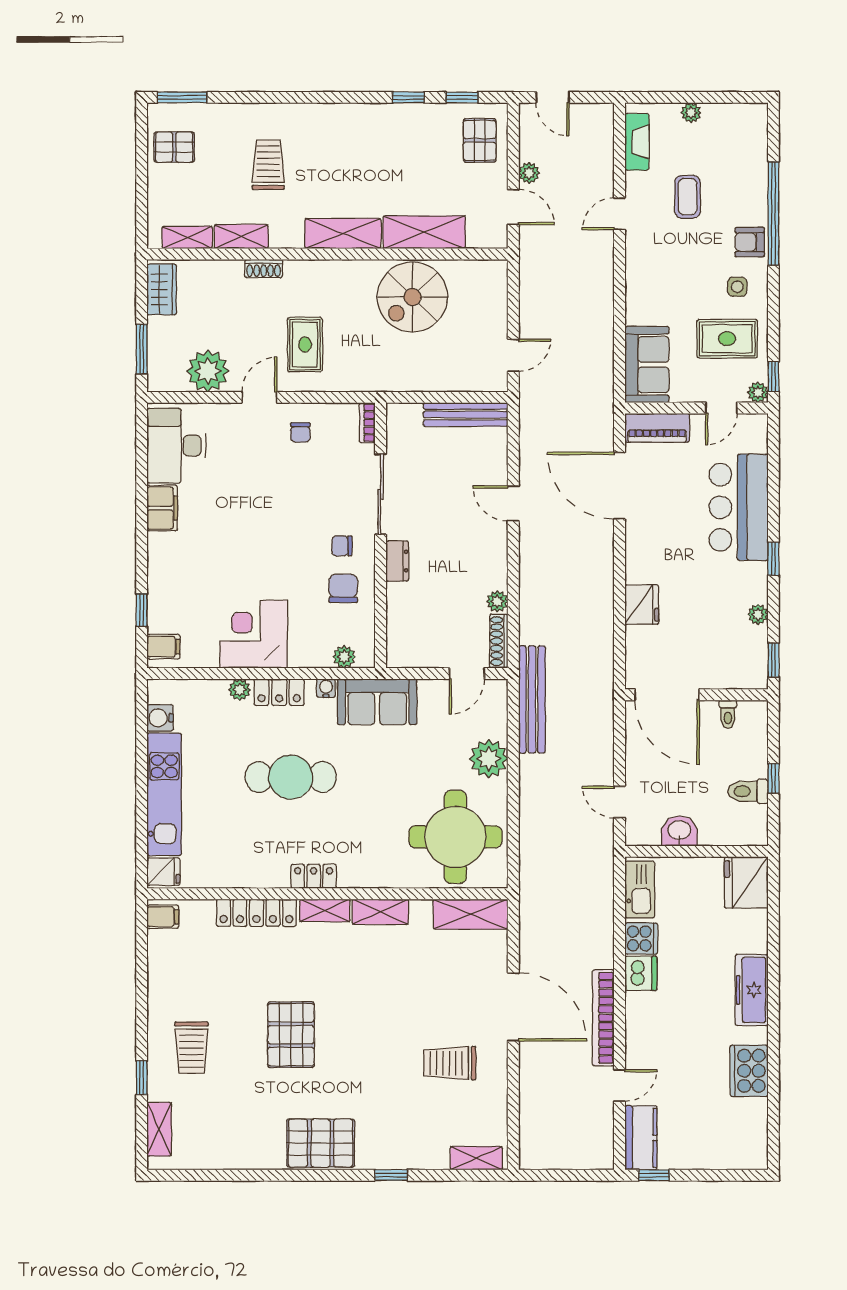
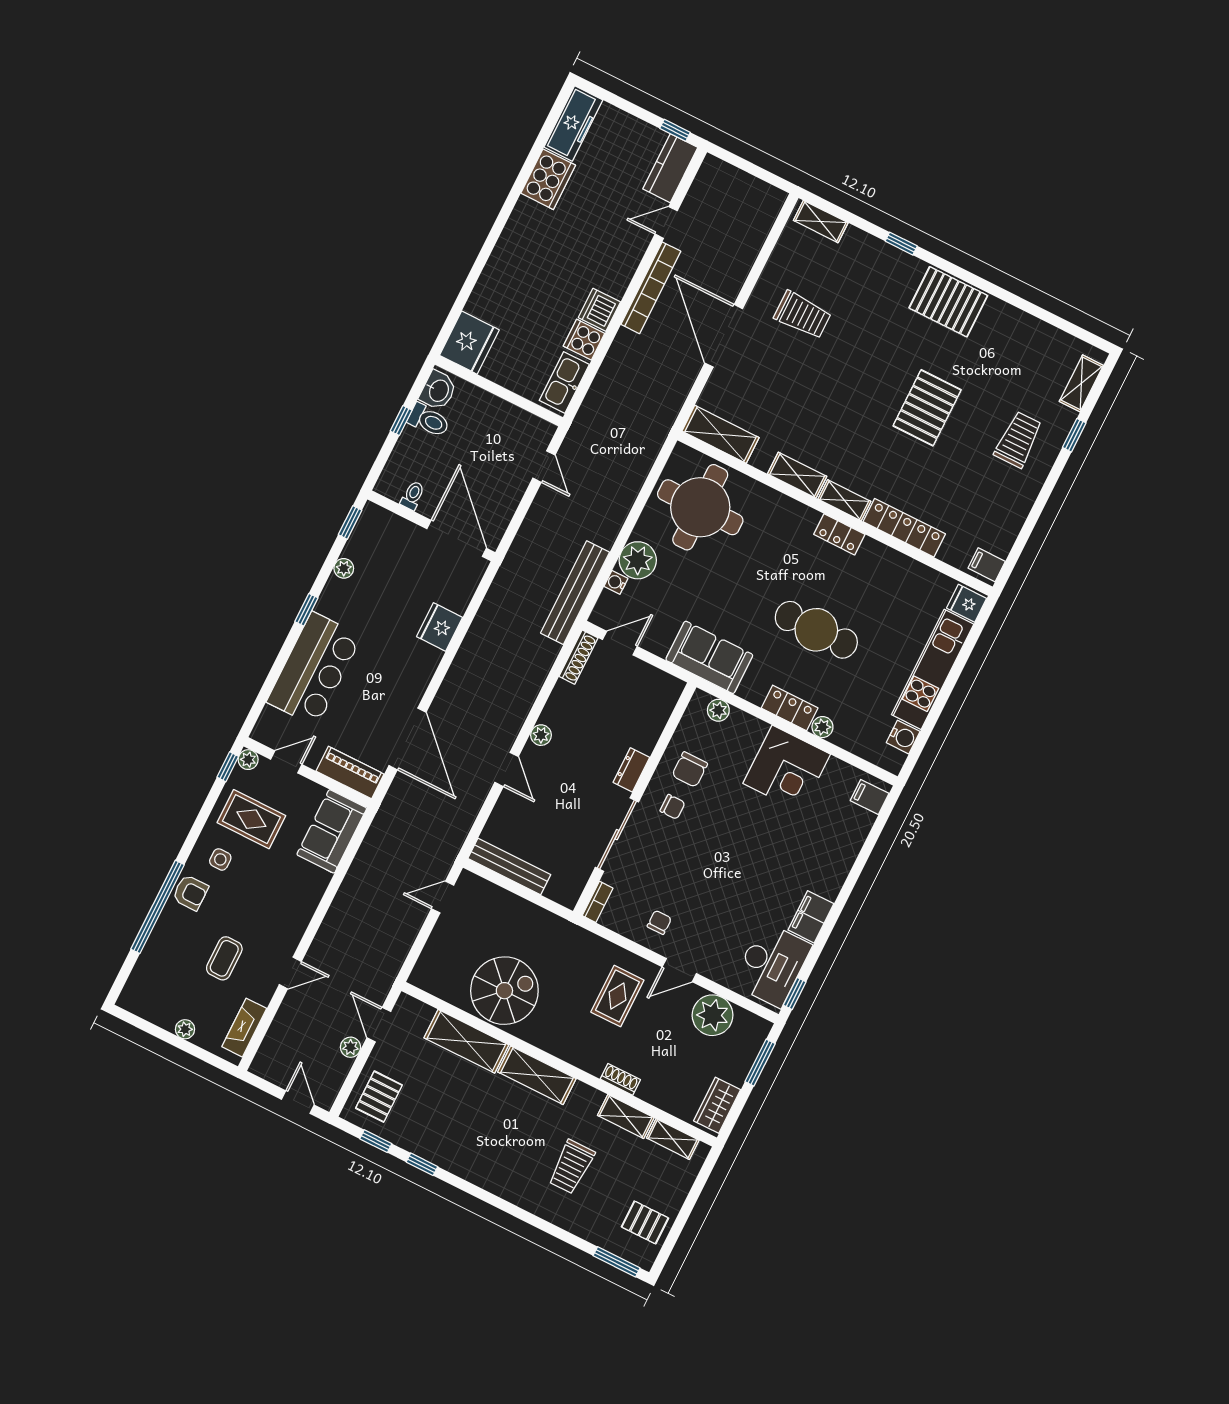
plant: (497, 601) -> (541, 735), moved
window: (142, 610) -> (795, 994), moved
water cooler: (326, 688) -> (616, 582), moved, turned 90
washbasin: (679, 831) -> (438, 390), moved, turned -90
freezer: (752, 990) -> (573, 123), moved

